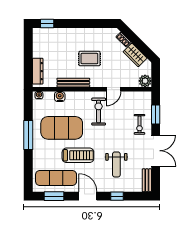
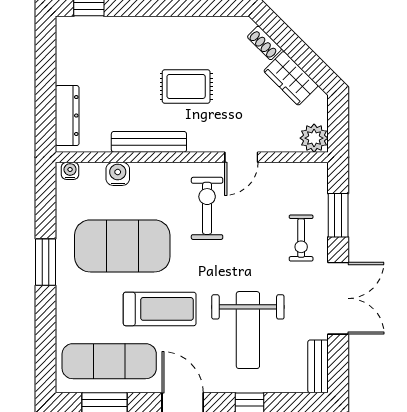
window: (28, 135) -> (45, 262), width x0.69
weight bench: (116, 164) -> (248, 330), width x1.36, depth x1.33

